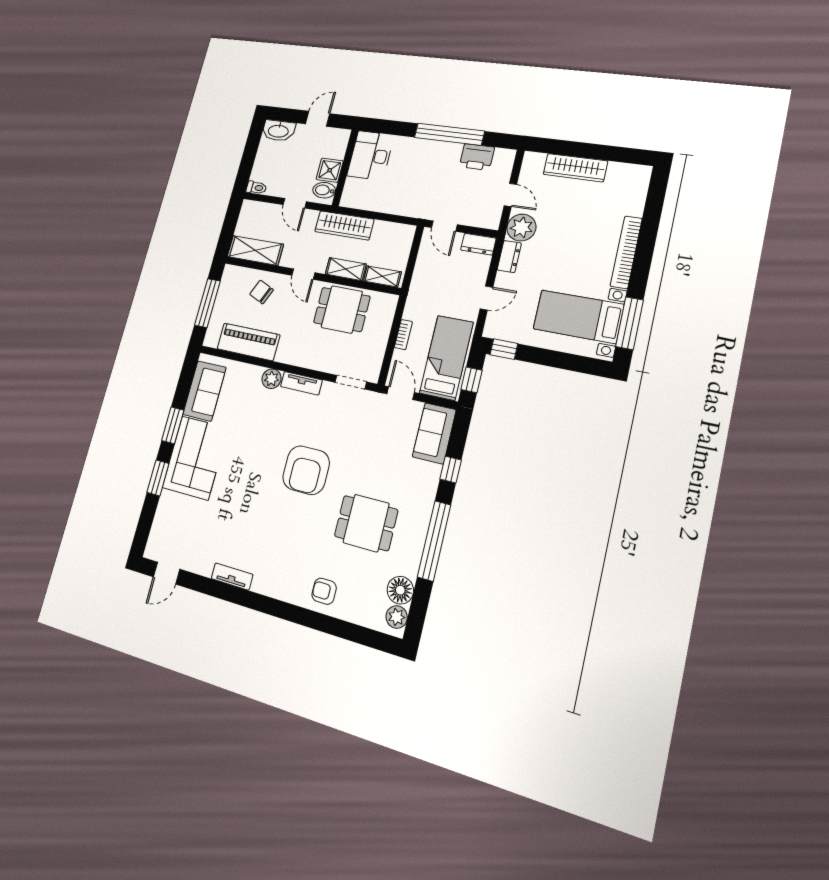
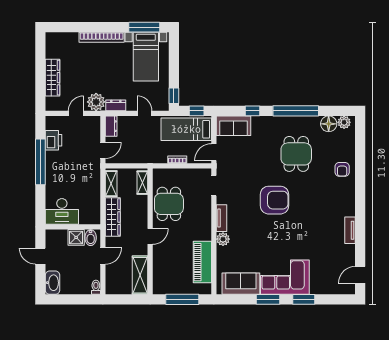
shelving: (346, 269) -> (111, 184), moved
chair: (261, 292) -> (168, 263), removed
door: (166, 573) -> (360, 275), swing flipped

